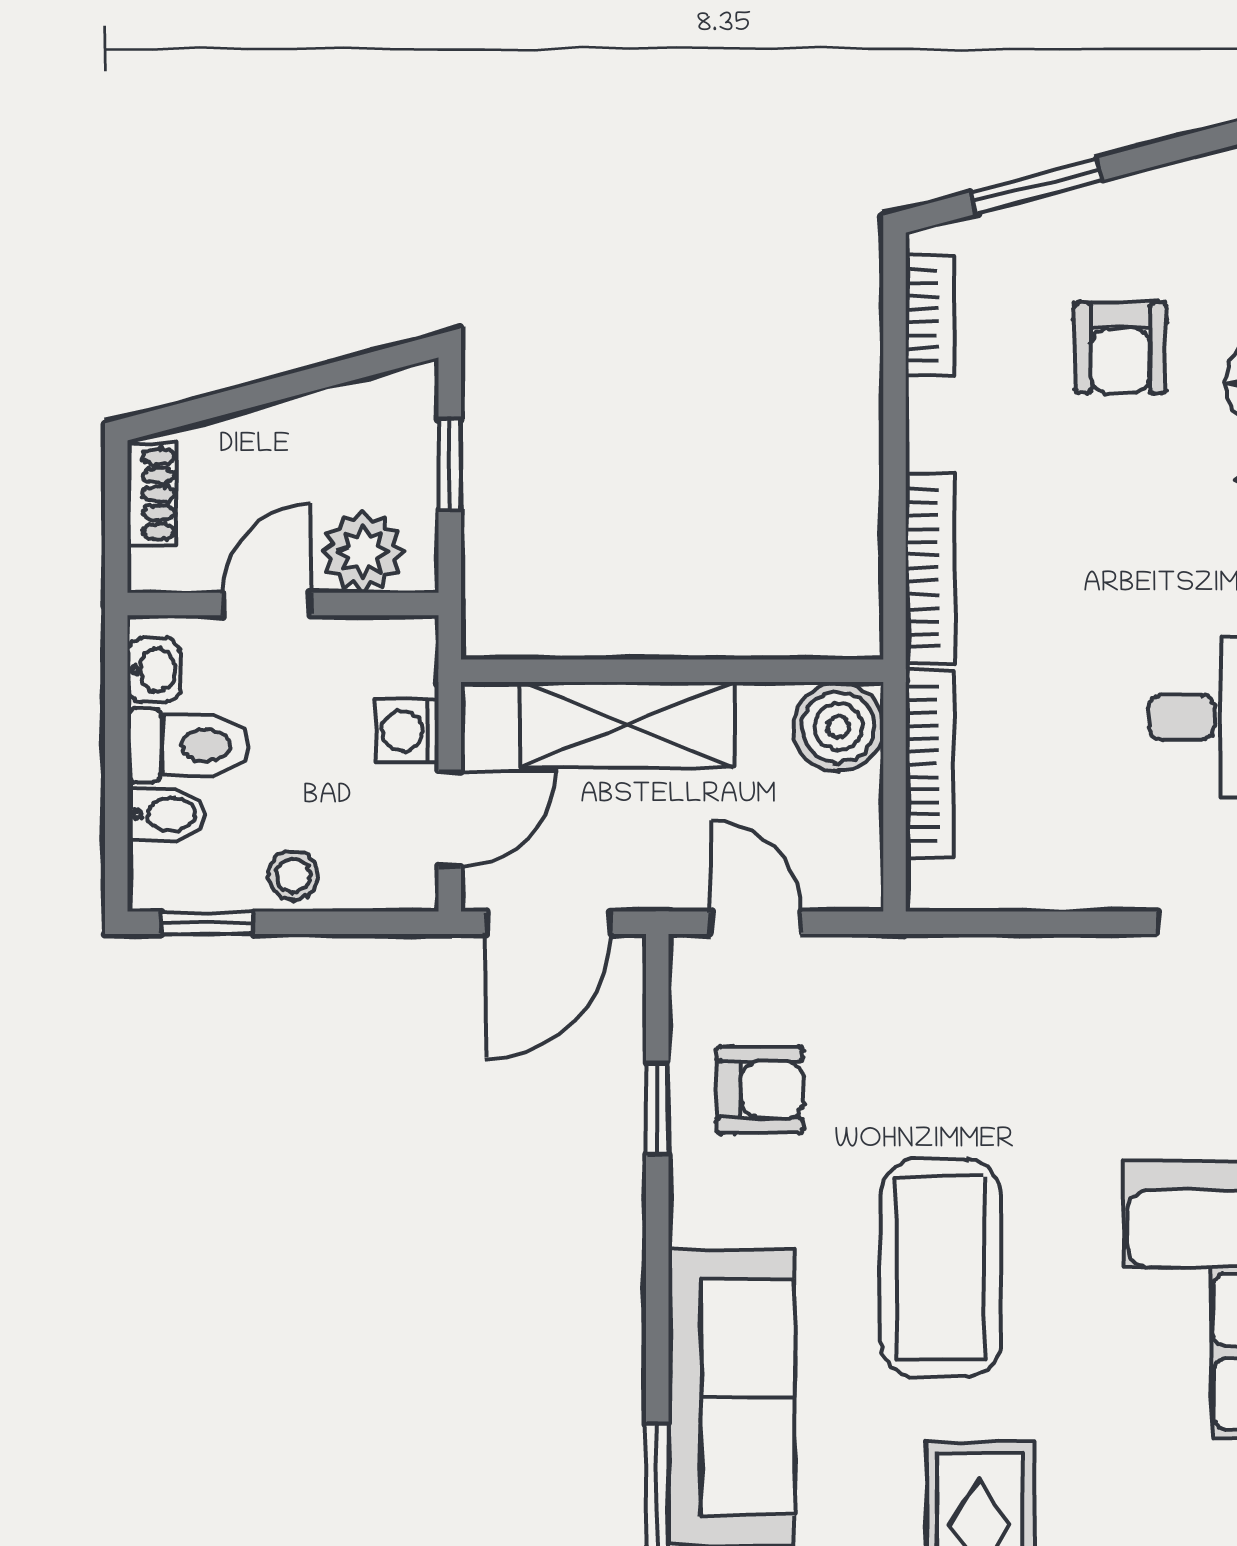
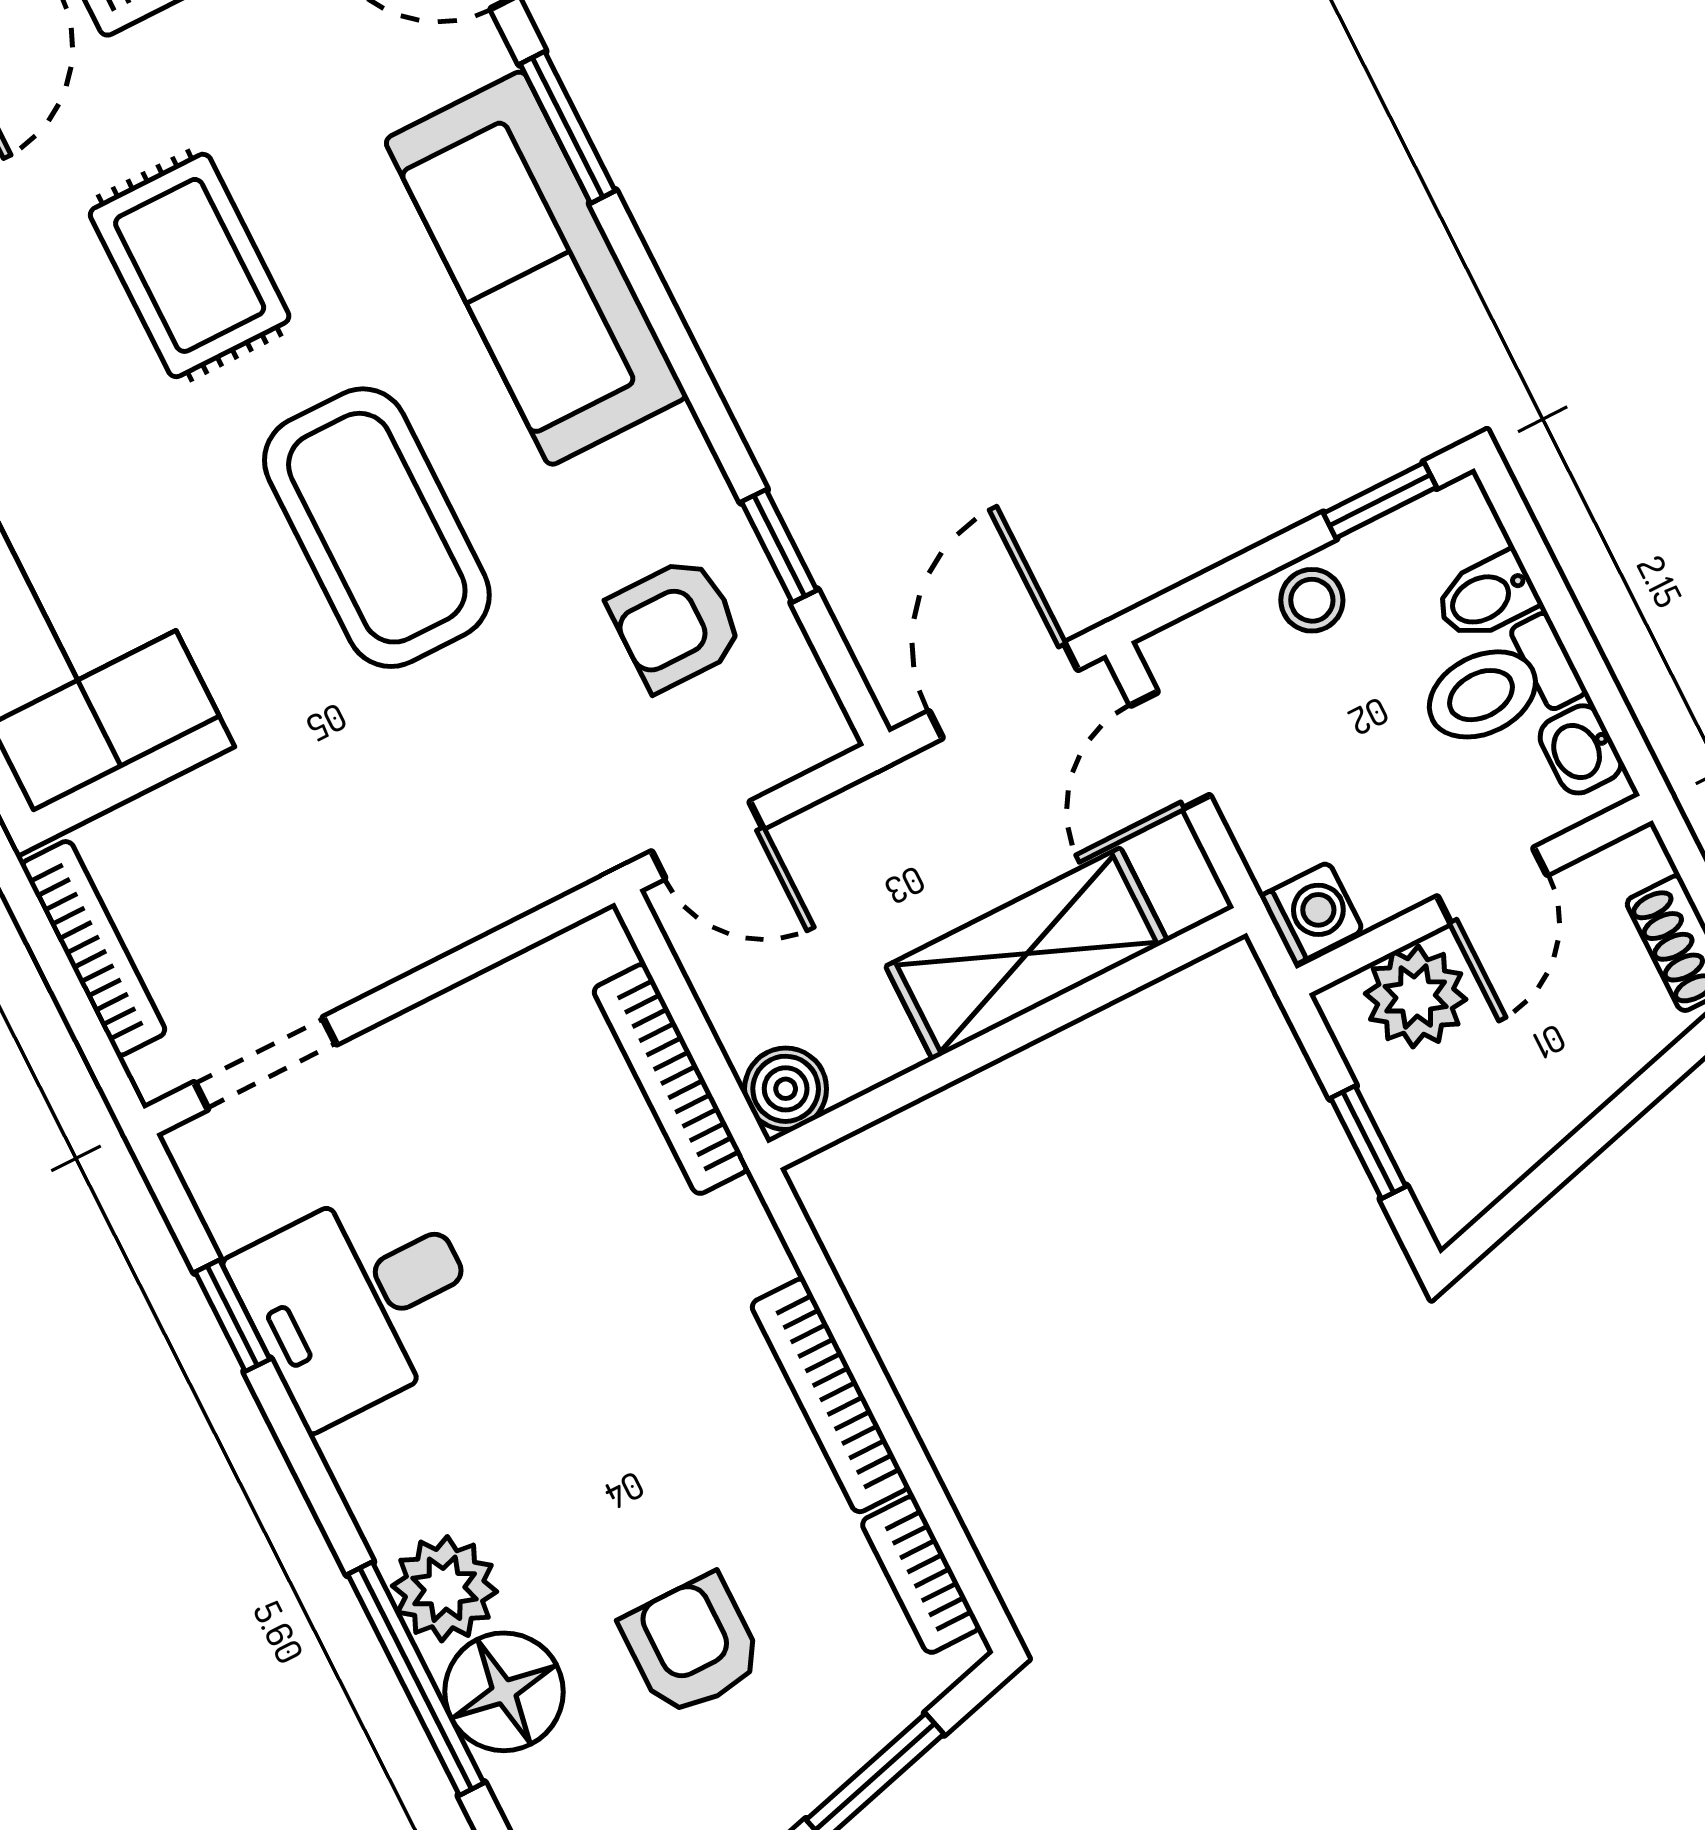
bookcase: (930, 568) -> (830, 1395), moved
boiler: (838, 727) -> (786, 1089), width x0.73, depth x0.73
washing machine: (407, 731) -> (1311, 913), moved
door: (756, 923) -> (707, 840), moved

